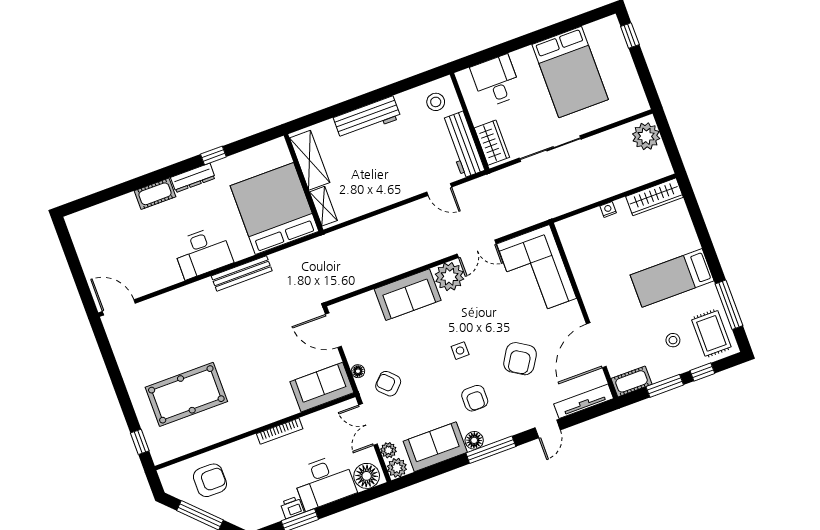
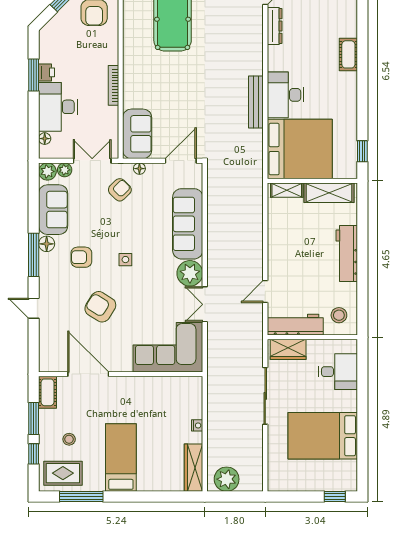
plant: (646, 136) -> (227, 479), moved
window: (213, 155) -> (362, 151), moved
dresser: (193, 178) -> (275, 26), moved, turned 180
desk: (203, 252) -> (285, 95), moved
sofa: (408, 295) -> (188, 224), width x1.36
tv unit: (584, 401) -> (46, 346), removed
floor lamp: (367, 476) -> (45, 139), width x0.53, depth x0.53

